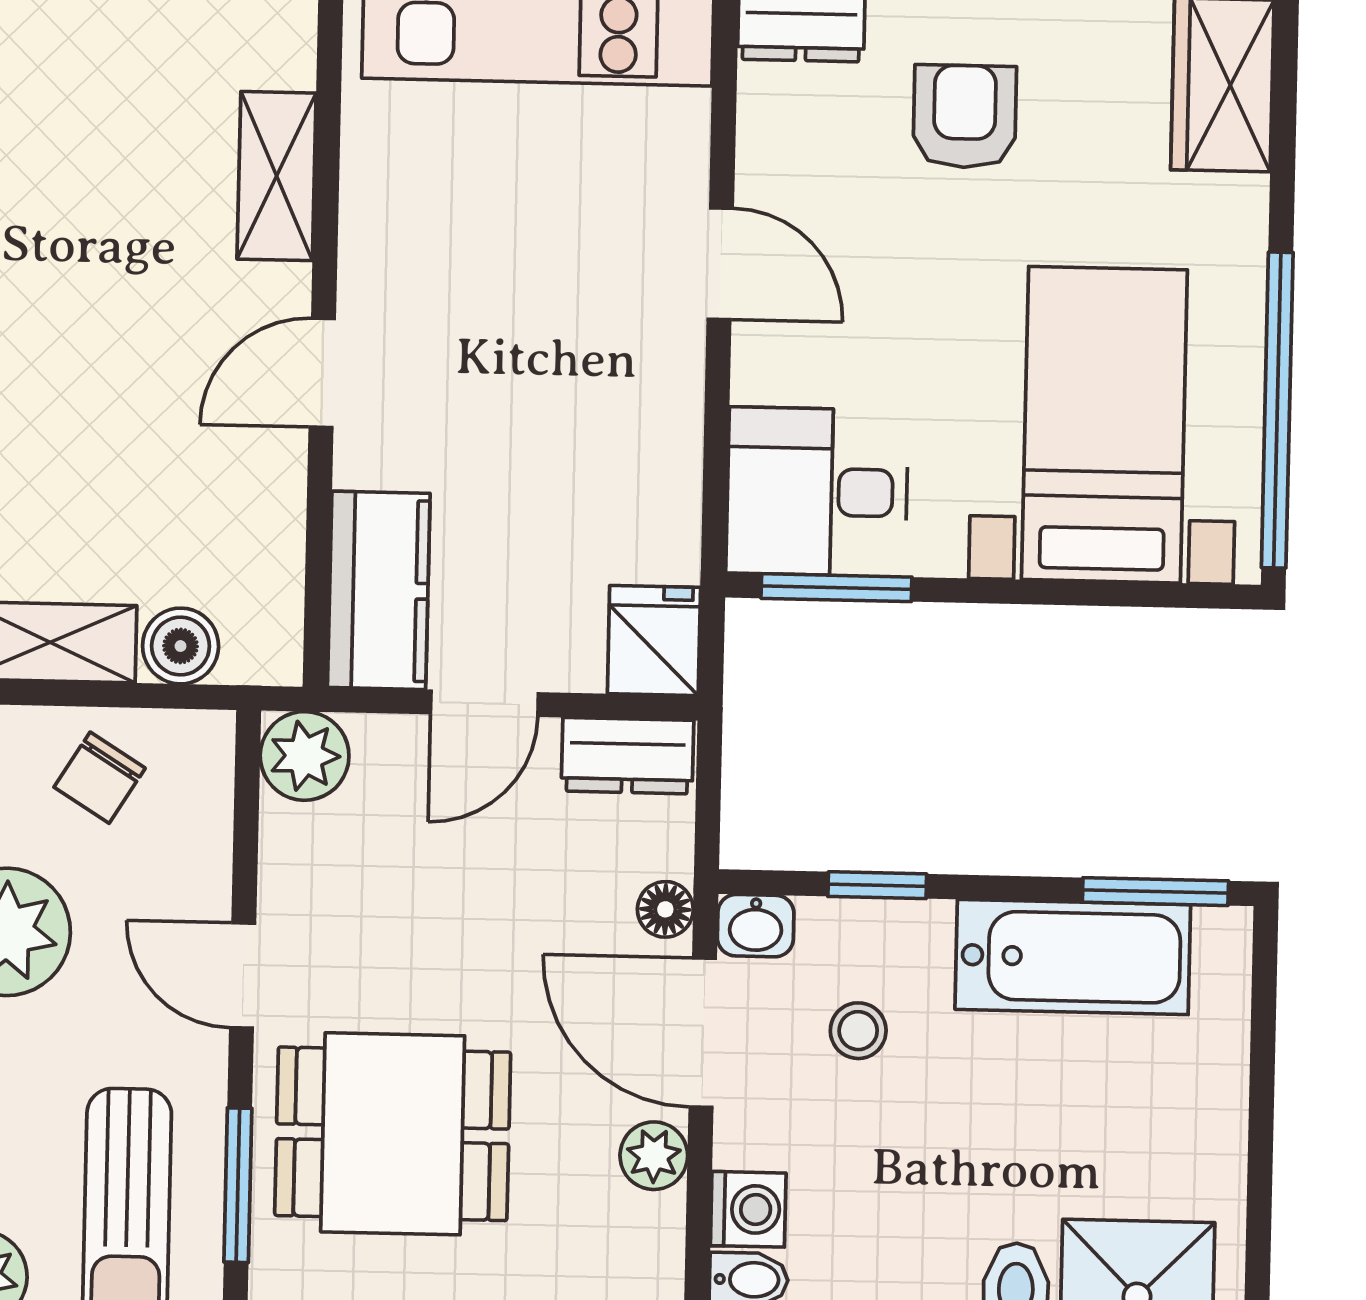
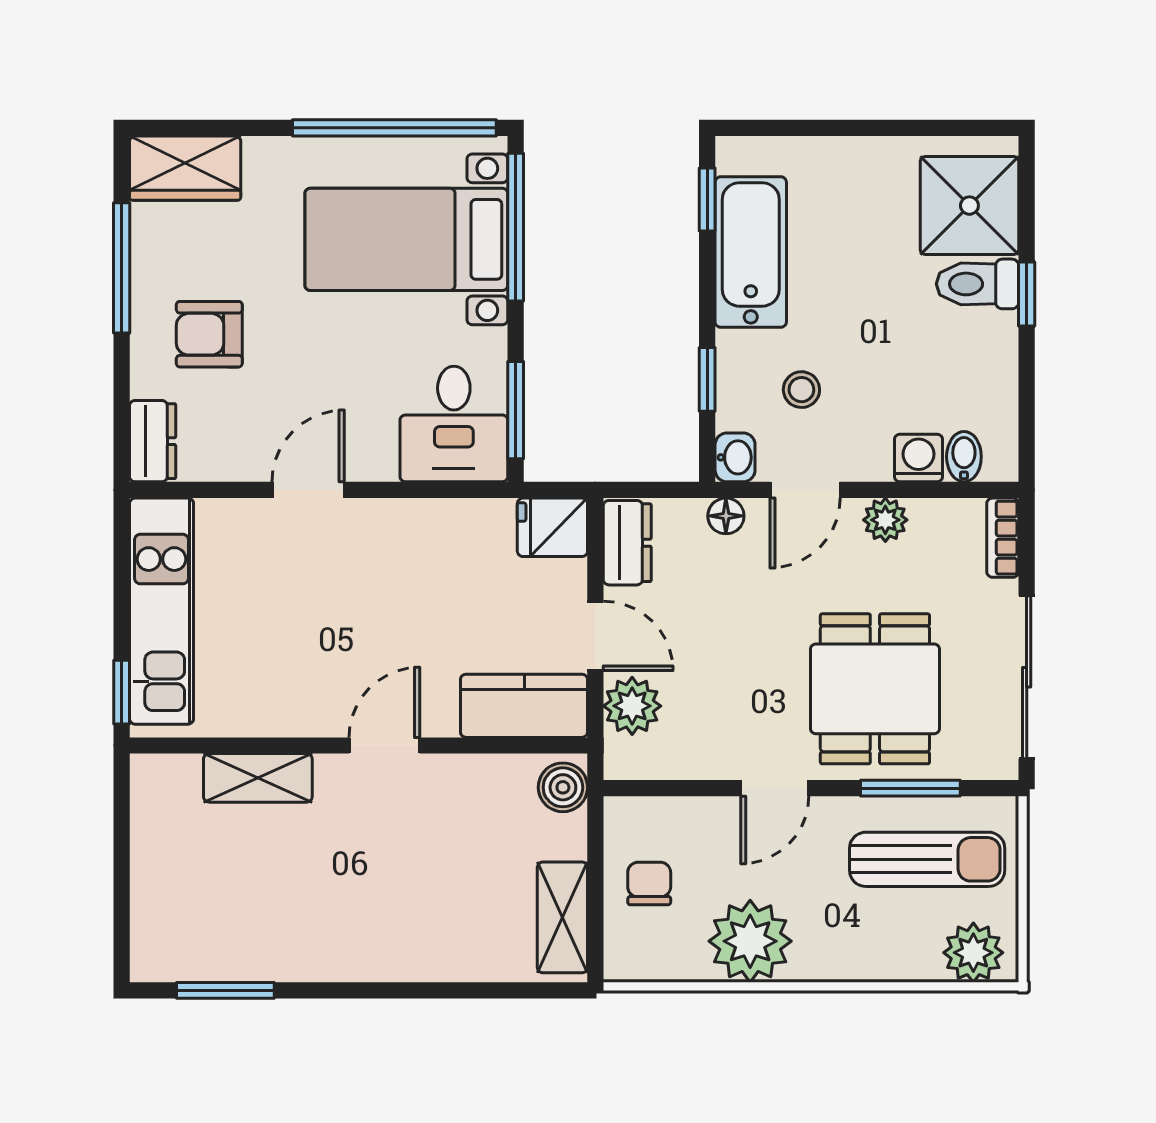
door: (322, 373) -> (384, 746), swing flipped
window: (1120, 594) -> (516, 227), added
boiler: (181, 646) -> (563, 787), moved
plant: (305, 756) -> (632, 706), moved
chair: (100, 778) -> (649, 883), turned -122
window: (1155, 892) -> (707, 200), width x0.67
door: (703, 1033) -> (805, 490), width x0.73

